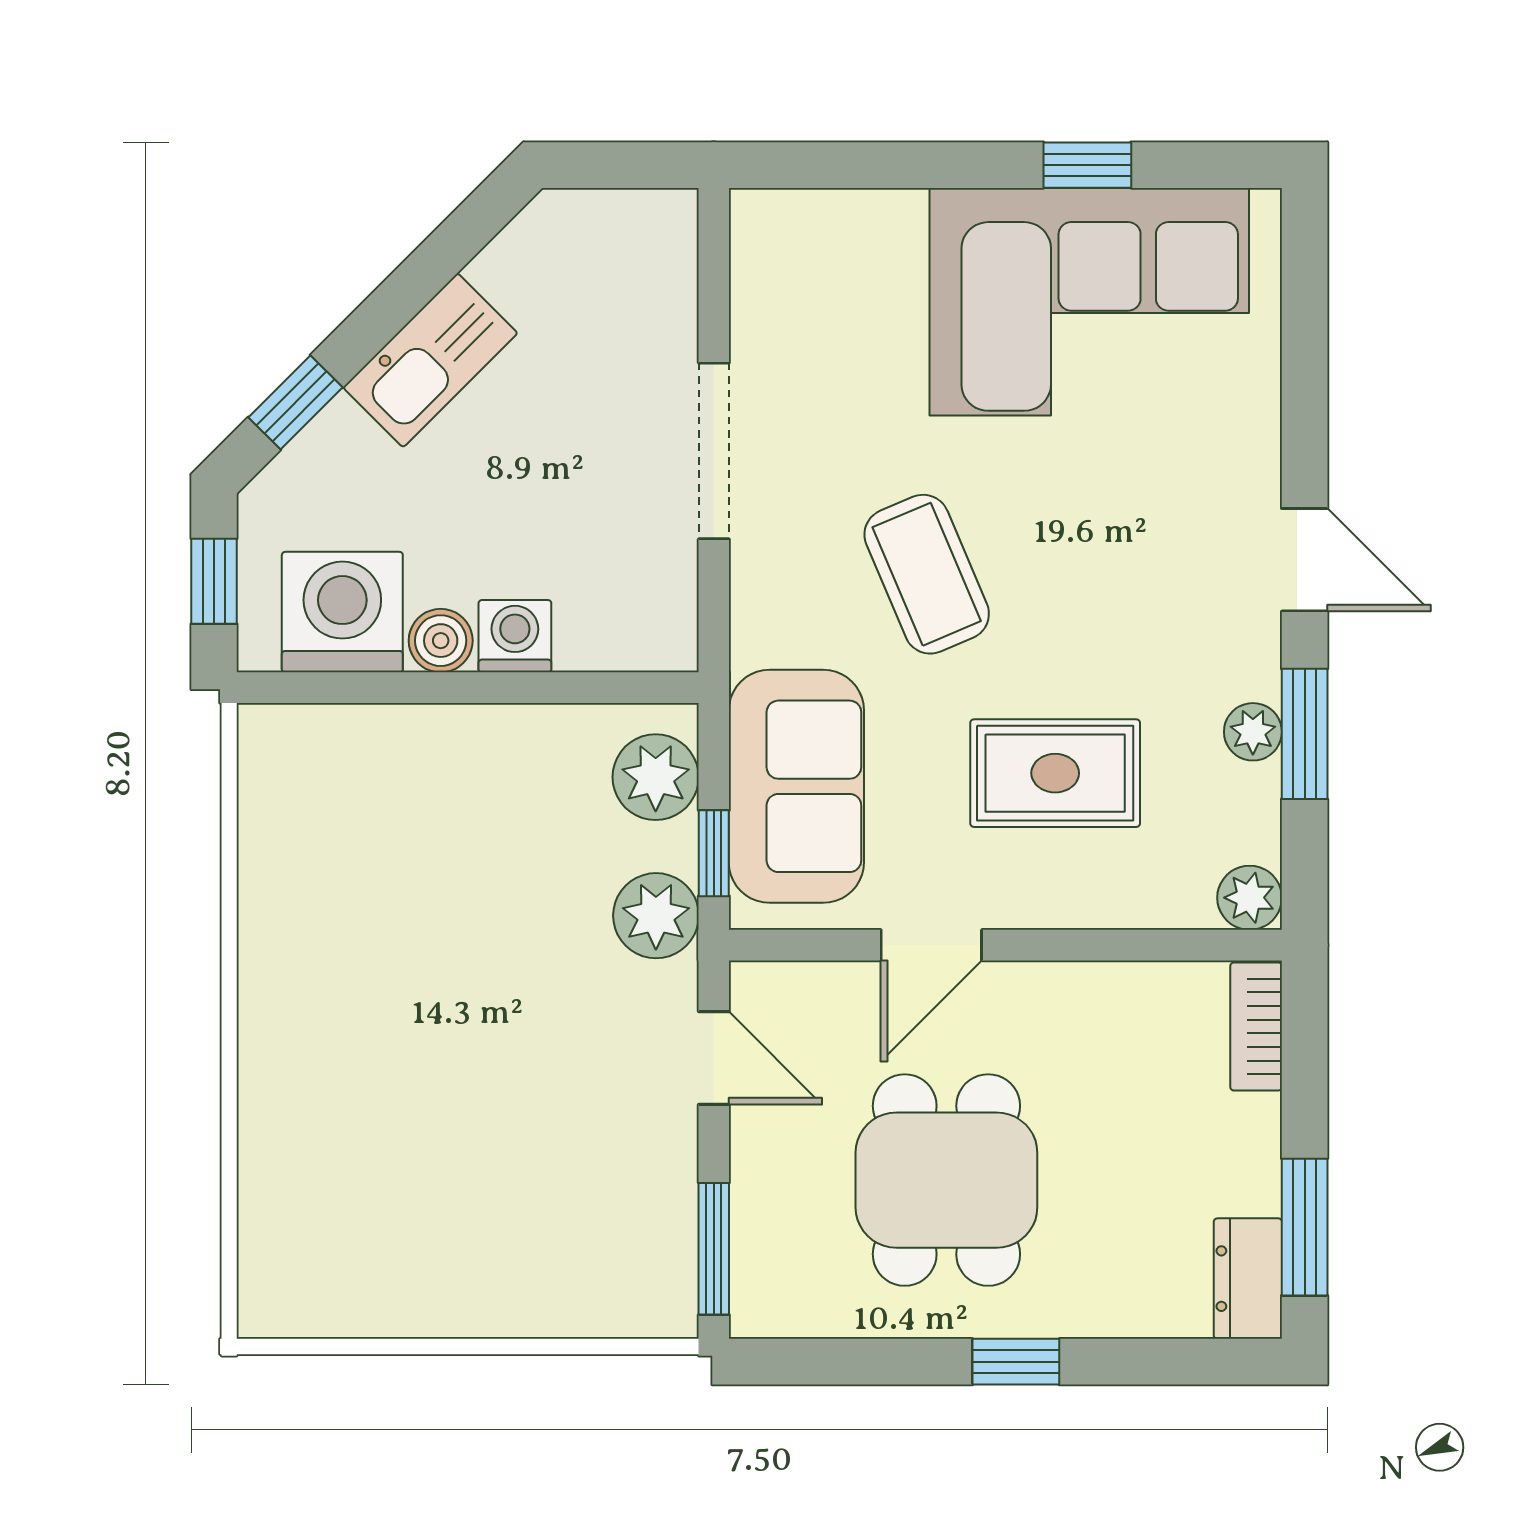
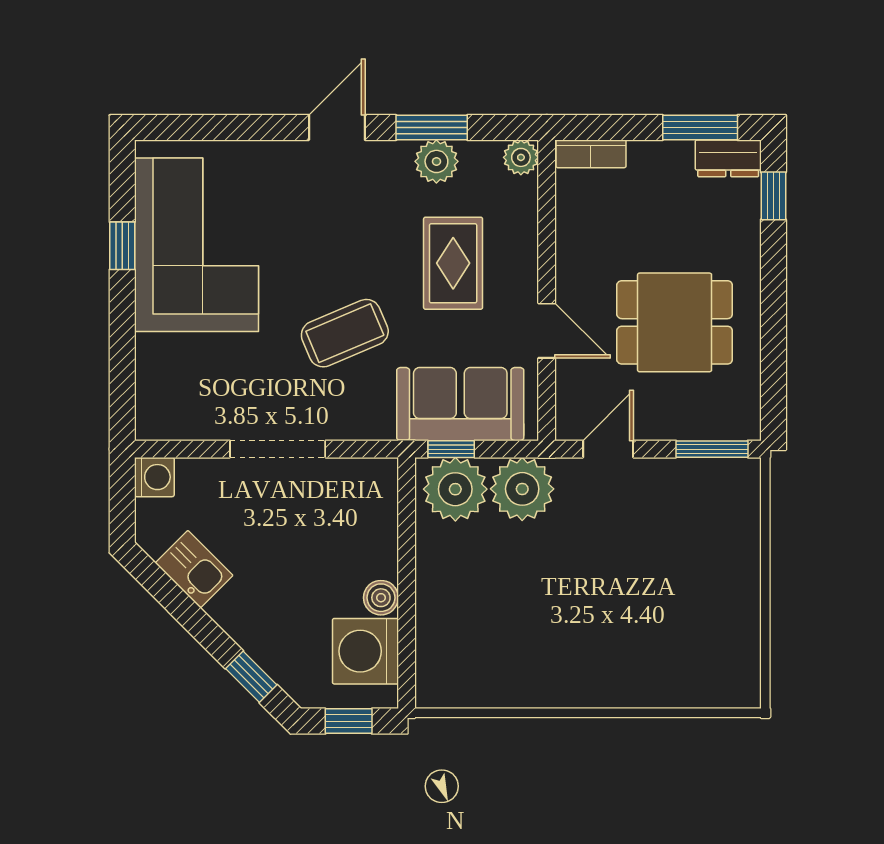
kitchen sink: (430, 360) -> (194, 569), moved, width x0.73
washing machine: (515, 636) -> (154, 477), moved, turned 180
plant: (1253, 732) -> (436, 161), width x1.38, depth x1.38
plant: (656, 777) -> (455, 489), width x1.36, depth x1.36
window: (714, 853) -> (451, 449), moved
plant: (656, 916) -> (522, 489), width x1.36, depth x1.36
window: (1016, 1362) -> (773, 196), moved

